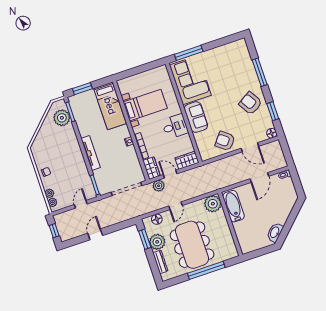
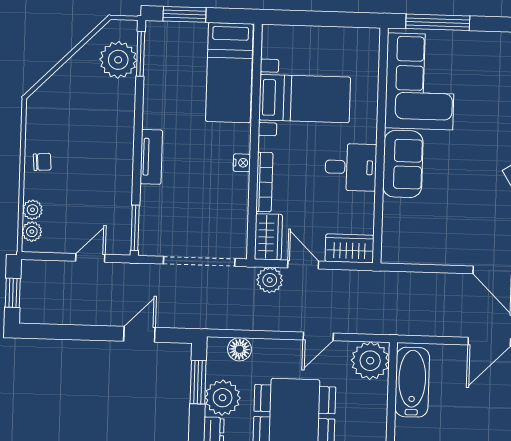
armchair: (225, 141) -> (445, 237), removed
tv unit: (91, 153) -> (151, 157), width x0.71
door: (175, 206) -> (318, 336), moved
door: (95, 234) -> (139, 334), moved

